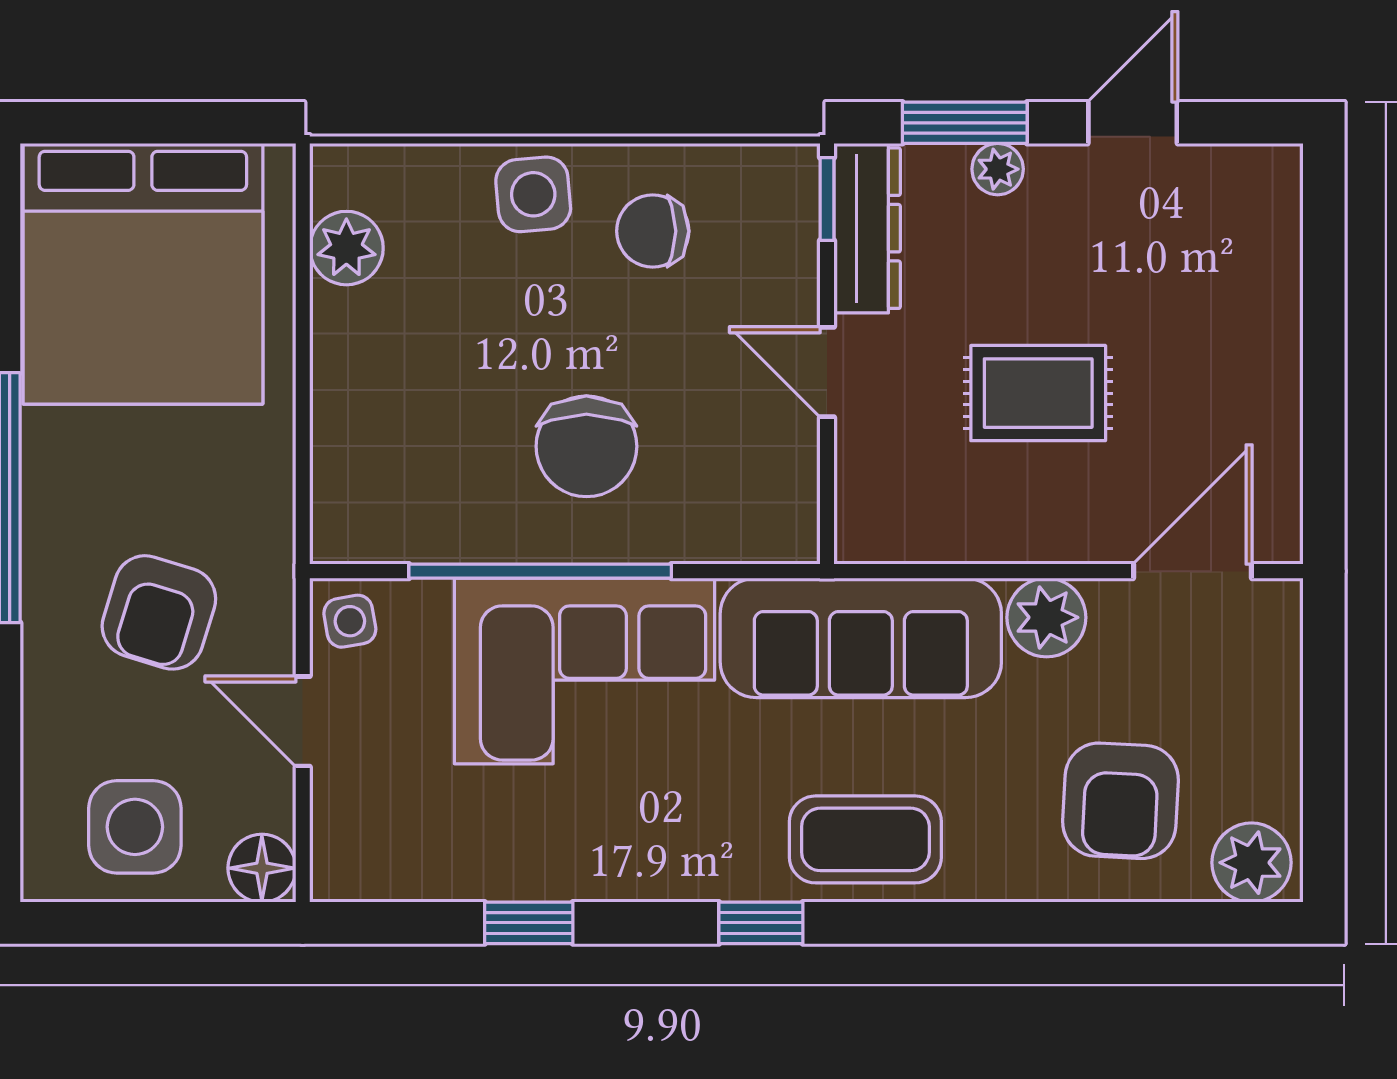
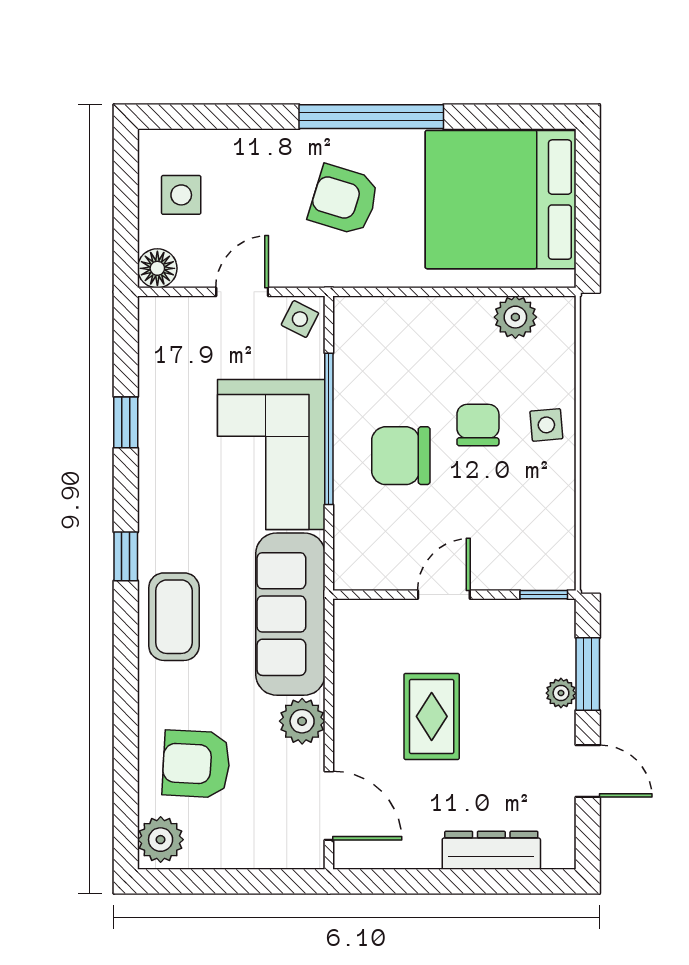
side table: (533, 194) -> (546, 425), width x0.73, depth x0.73
dresser: (867, 228) -> (491, 850), moved, turned 180
chair: (653, 231) -> (478, 425), moved
armchair: (159, 612) -> (344, 200), moved
side table: (350, 621) -> (300, 319), turned 37
side table: (135, 827) -> (181, 195), width x0.73, depth x0.73

